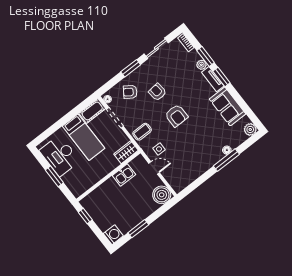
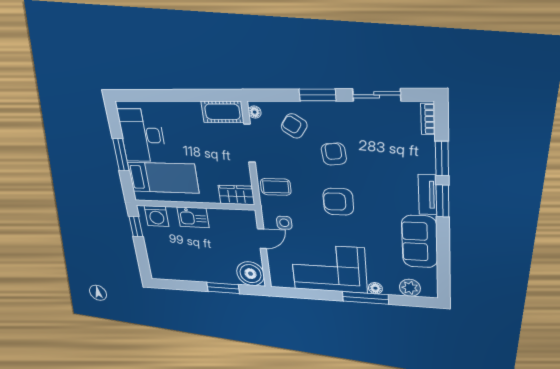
plant: (201, 65) -> (427, 165), removed
armchair: (176, 116) -> (338, 202), turned 90
plant: (250, 129) -> (410, 288), moved
bed: (84, 137) -> (163, 178), moved, turned -90
corner sofa: (198, 158) -> (329, 269), added
door: (154, 168) -> (262, 239), hinge flipped
kitchen sink: (124, 175) -> (193, 217), moved
window: (138, 229) -> (223, 288), moved
washing machine: (113, 235) -> (157, 216), moved, turned 90

